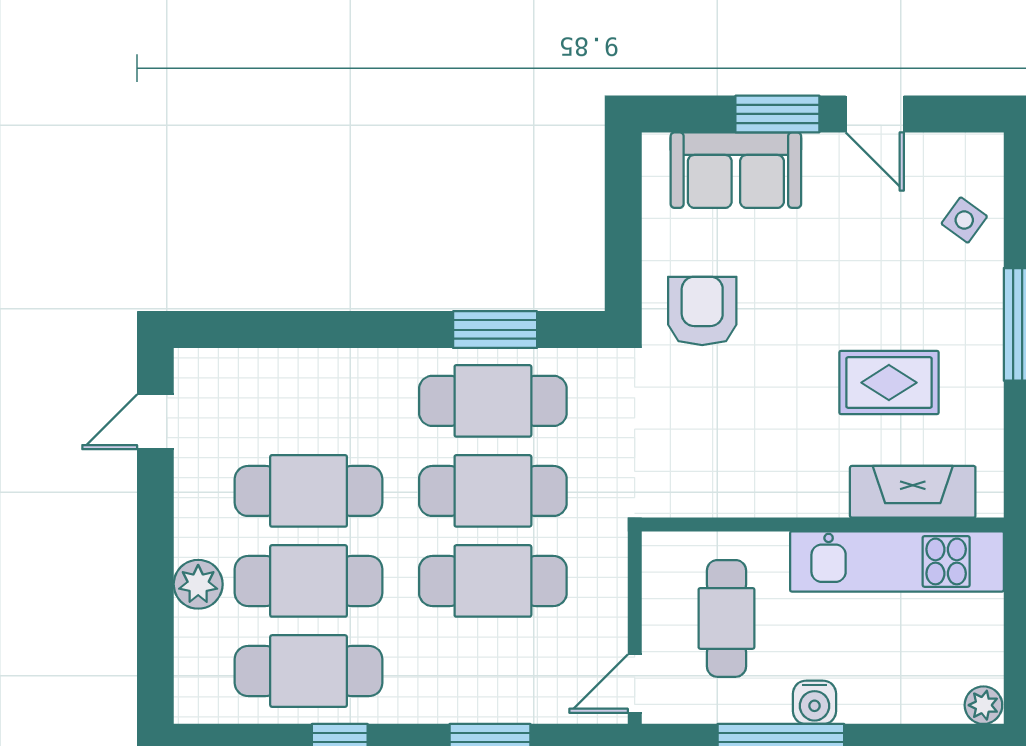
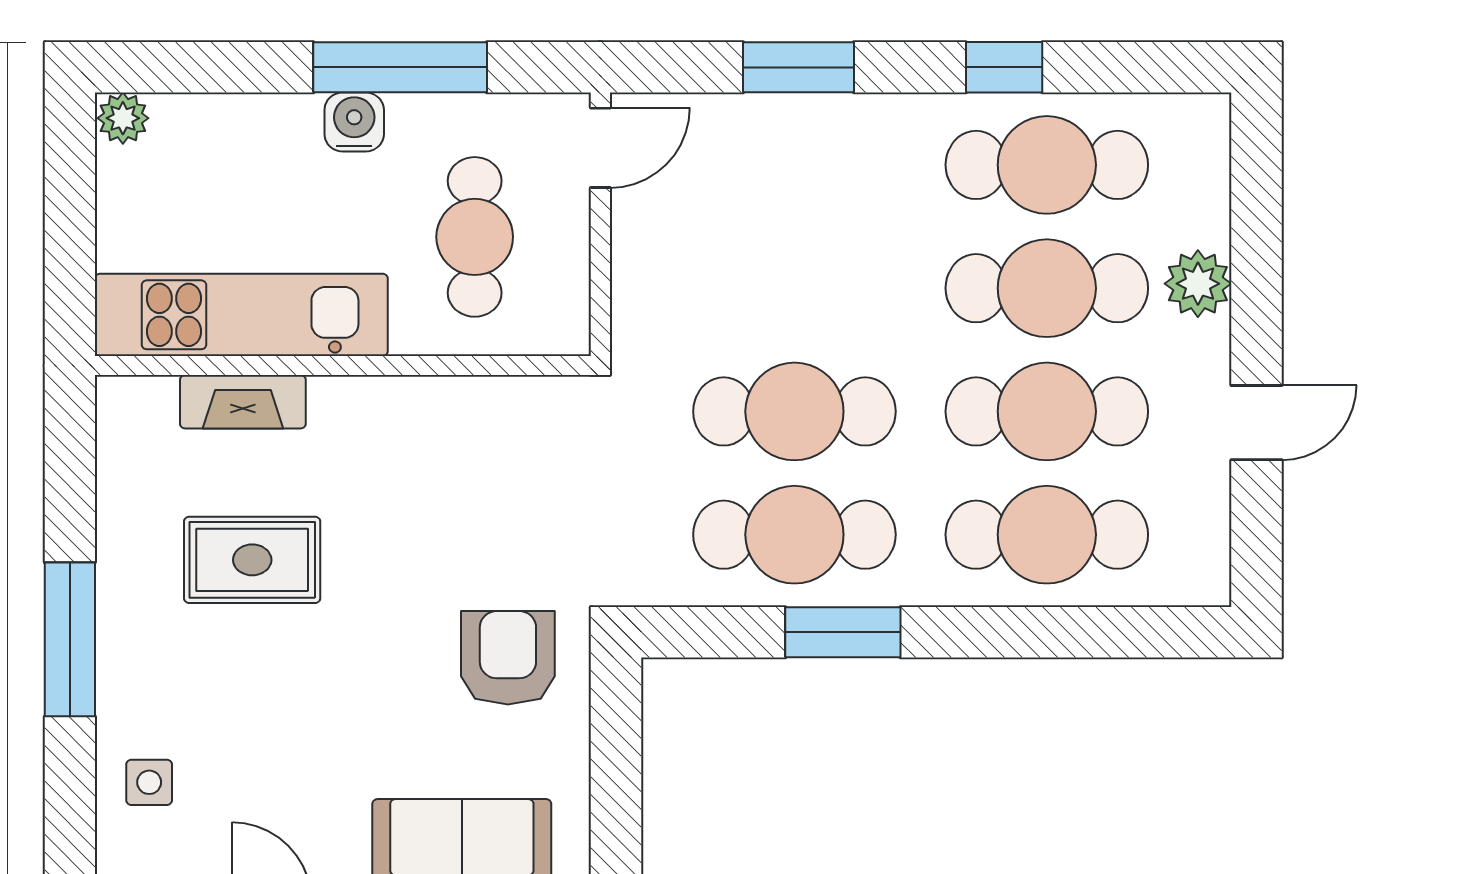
side table: (964, 220) -> (149, 782), turned -36
armchair: (702, 311) -> (508, 658), turned 180
window: (495, 330) -> (843, 632), moved
door: (155, 422) -> (1257, 423), moved
fireplace: (913, 492) -> (243, 402), width x0.73, depth x0.76
cafe table: (493, 581) -> (1047, 535), moved

